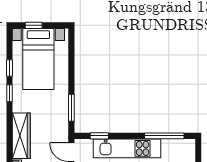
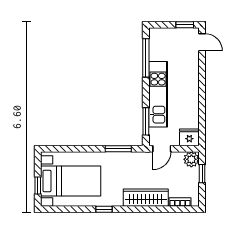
window: (9, 68) -> (79, 209), removed
window: (99, 136) -> (146, 121), width x1.50

